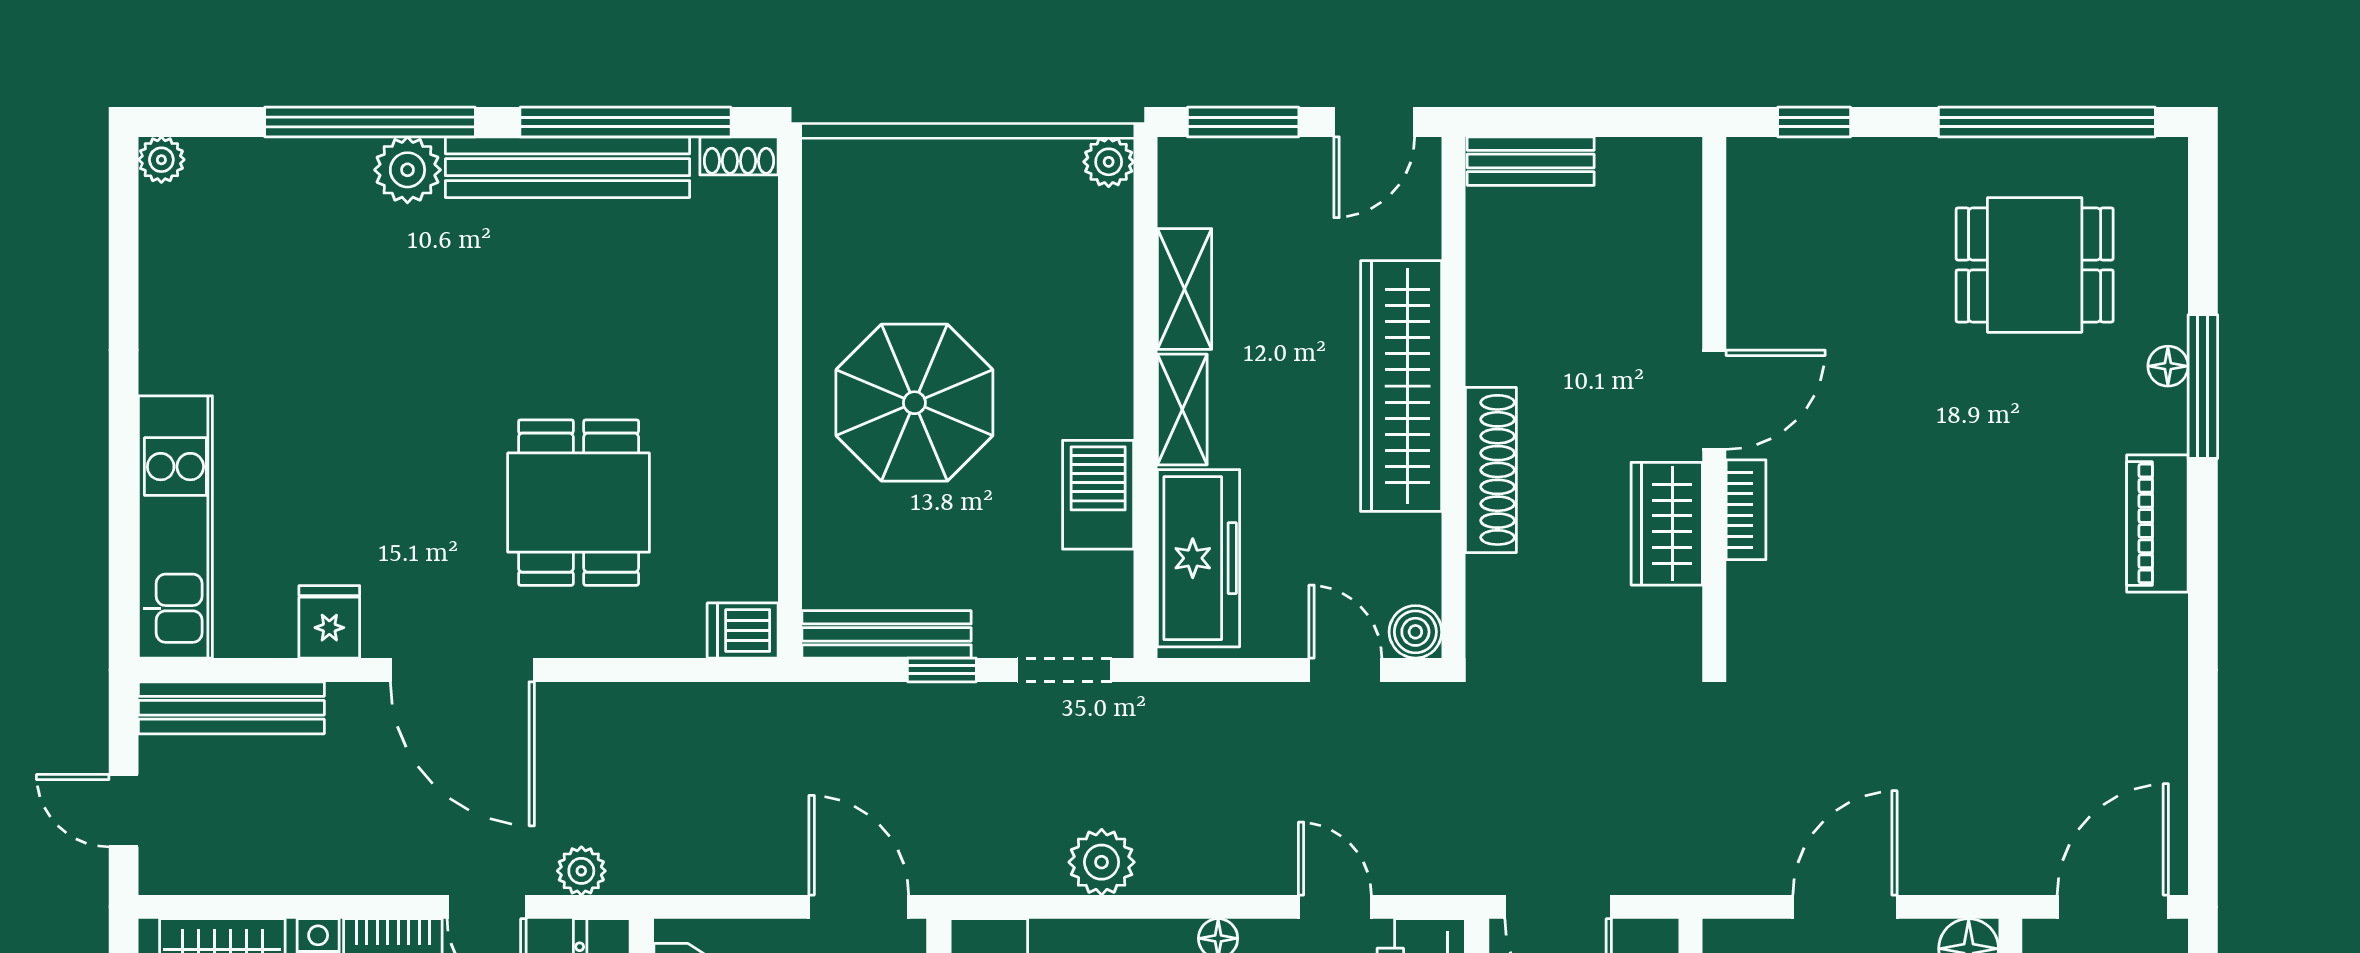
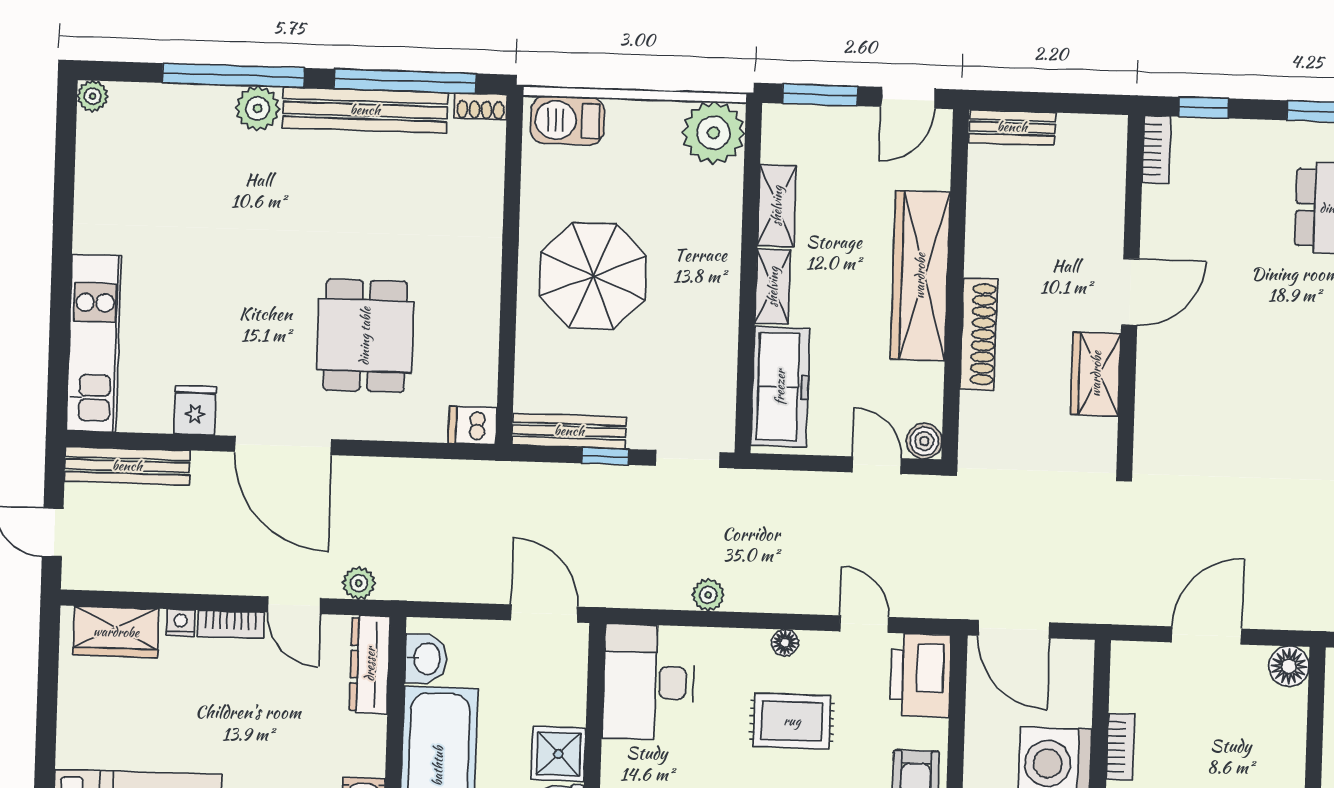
plant: (1109, 162) -> (714, 133), width x1.88, depth x1.88
barbecue: (1098, 495) -> (567, 120), moved, turned -90
bookcase: (1746, 510) -> (1156, 150), moved
plant: (1102, 862) -> (708, 595), width x0.73, depth x0.73

